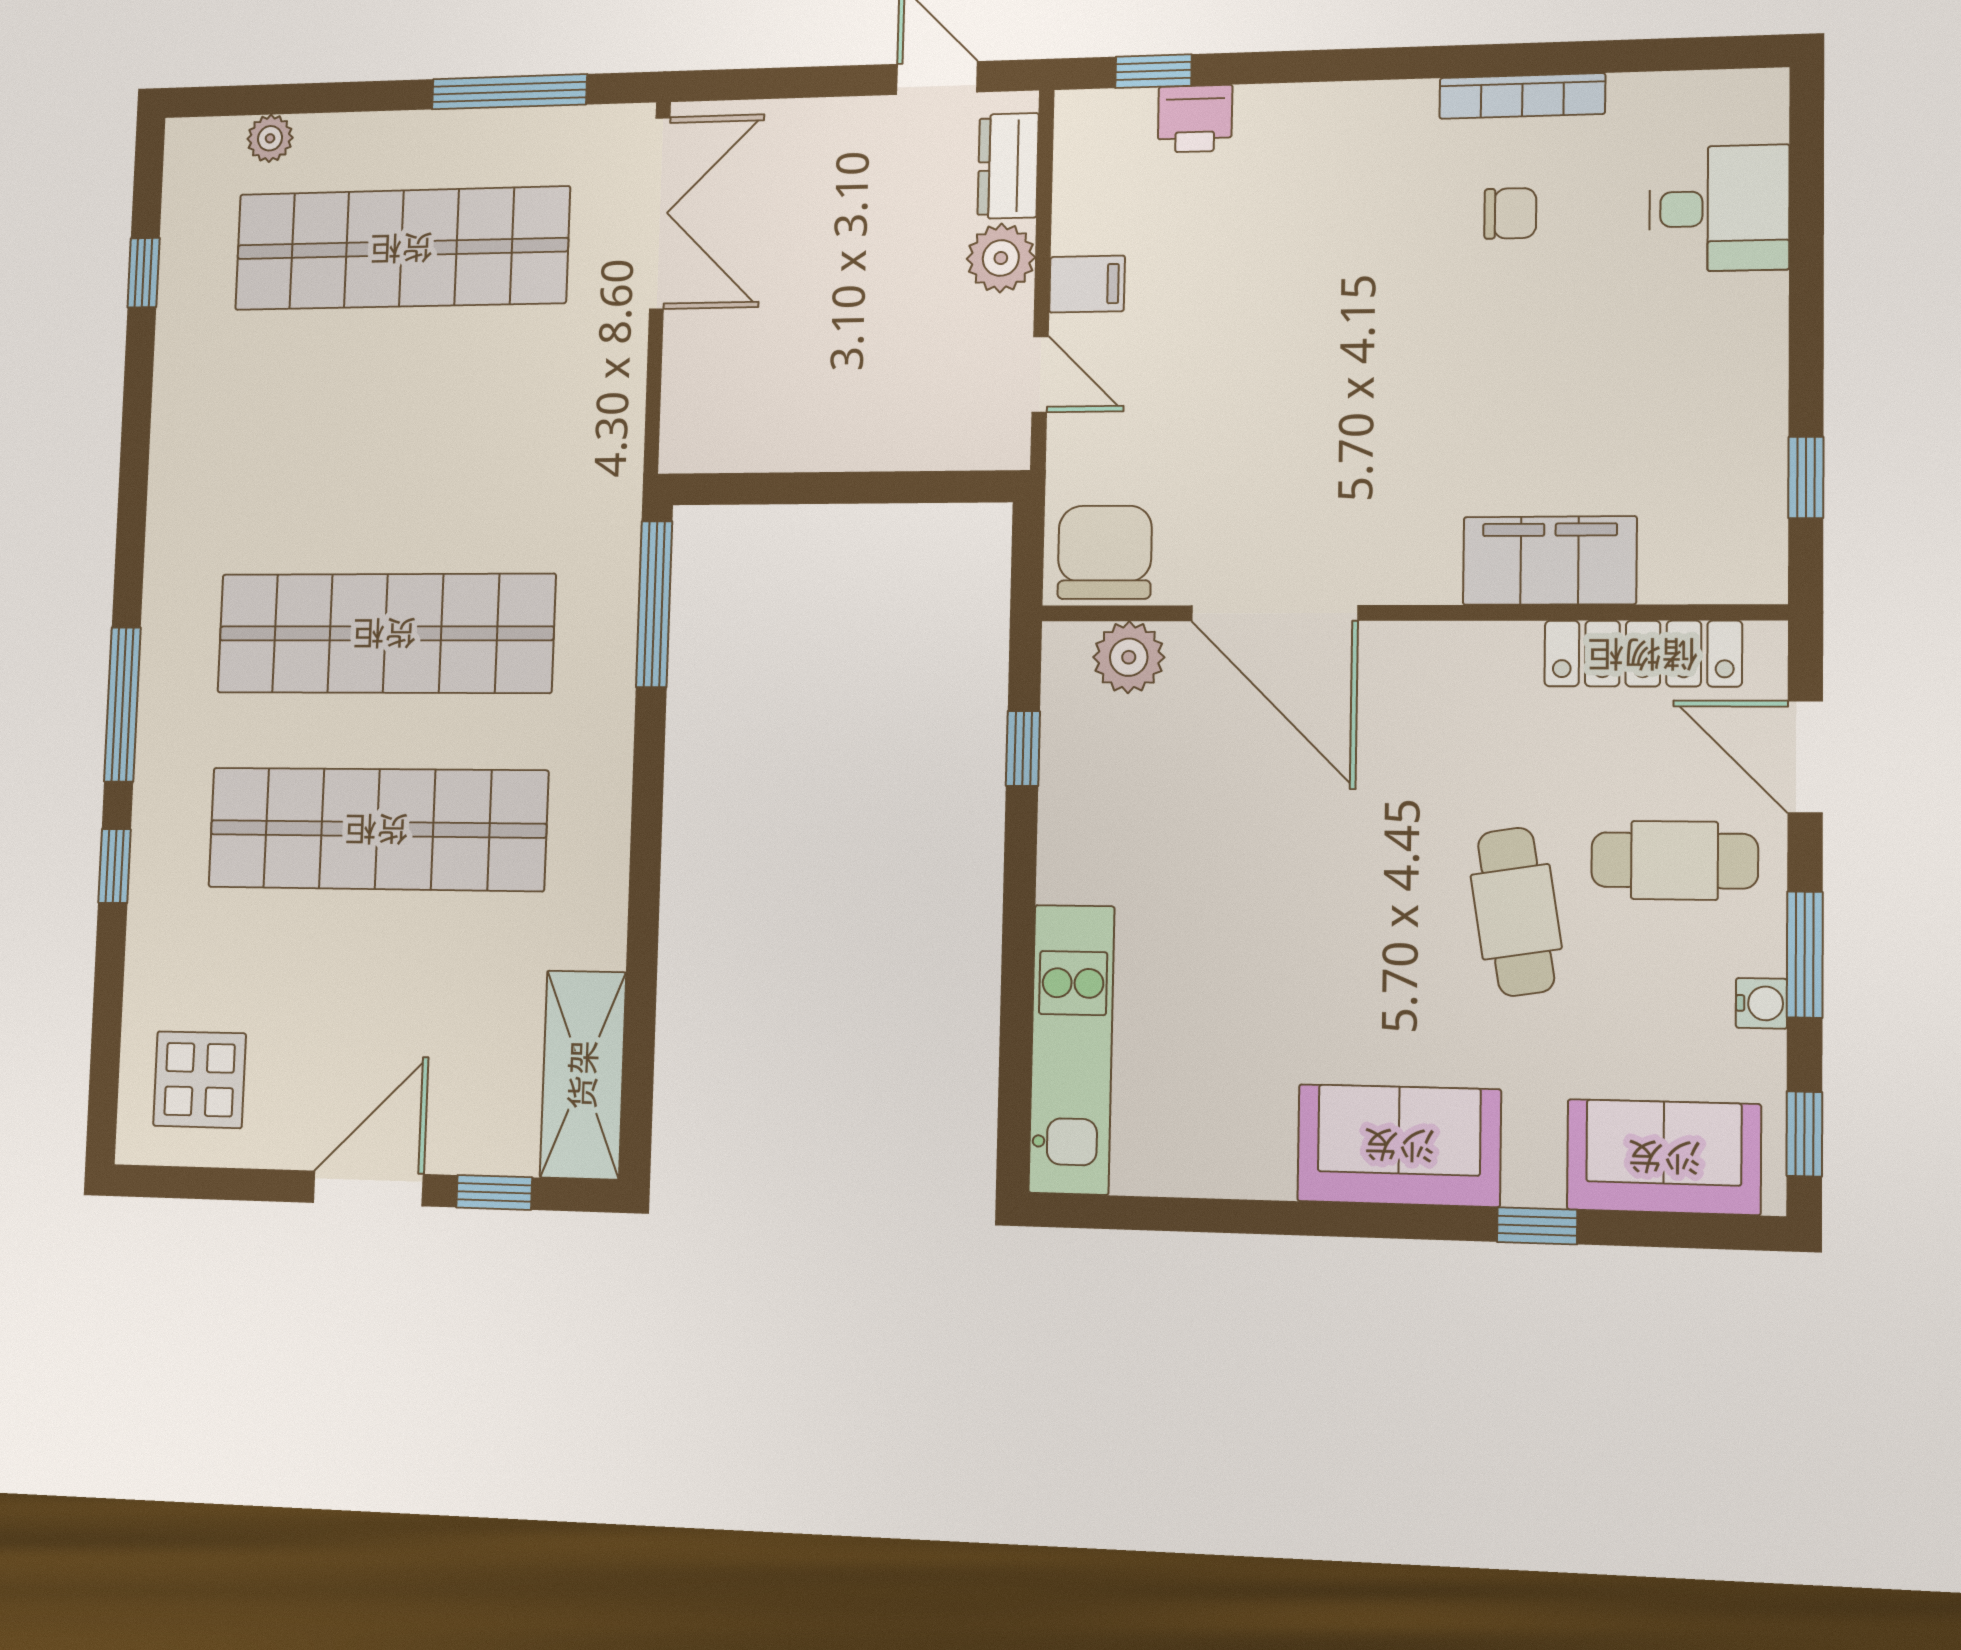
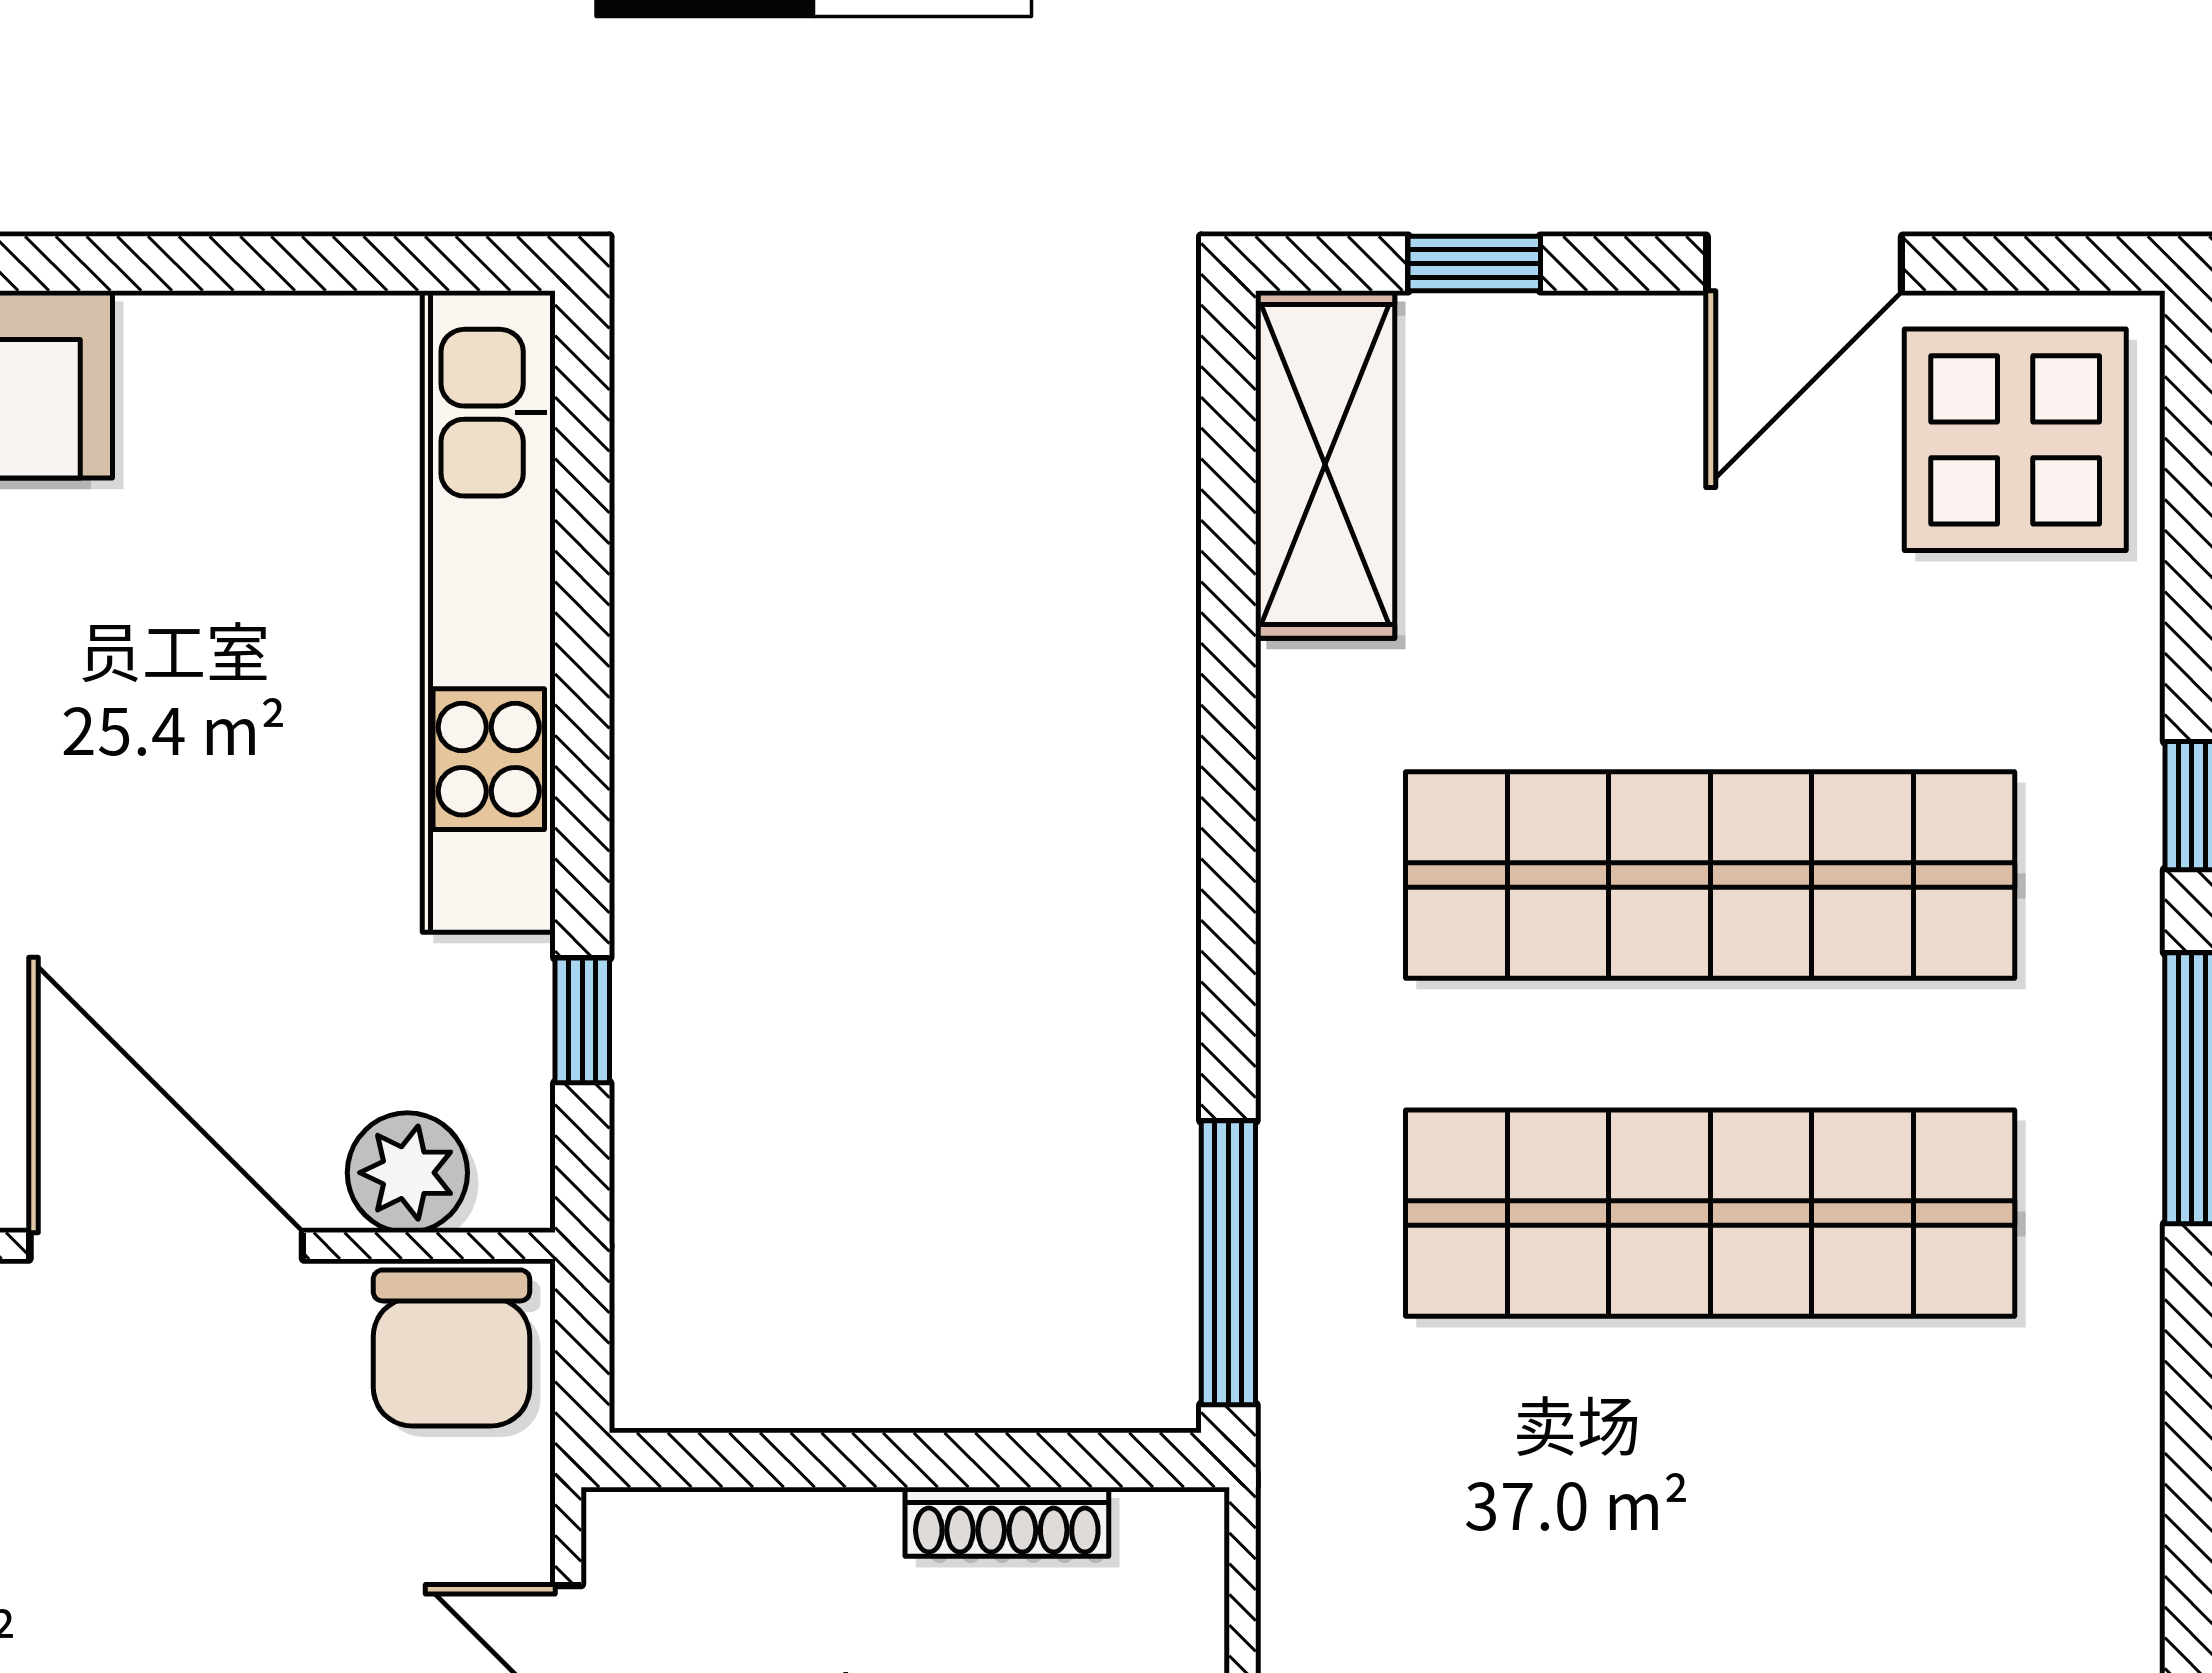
shoe rack: (785, 452) -> (1007, 1522), added
kitchen unit: (1072, 1049) -> (489, 612), width x1.36
display table: (200, 1080) -> (2015, 440), width x1.36, depth x1.36
door: (368, 1188) -> (1804, 264), moved

